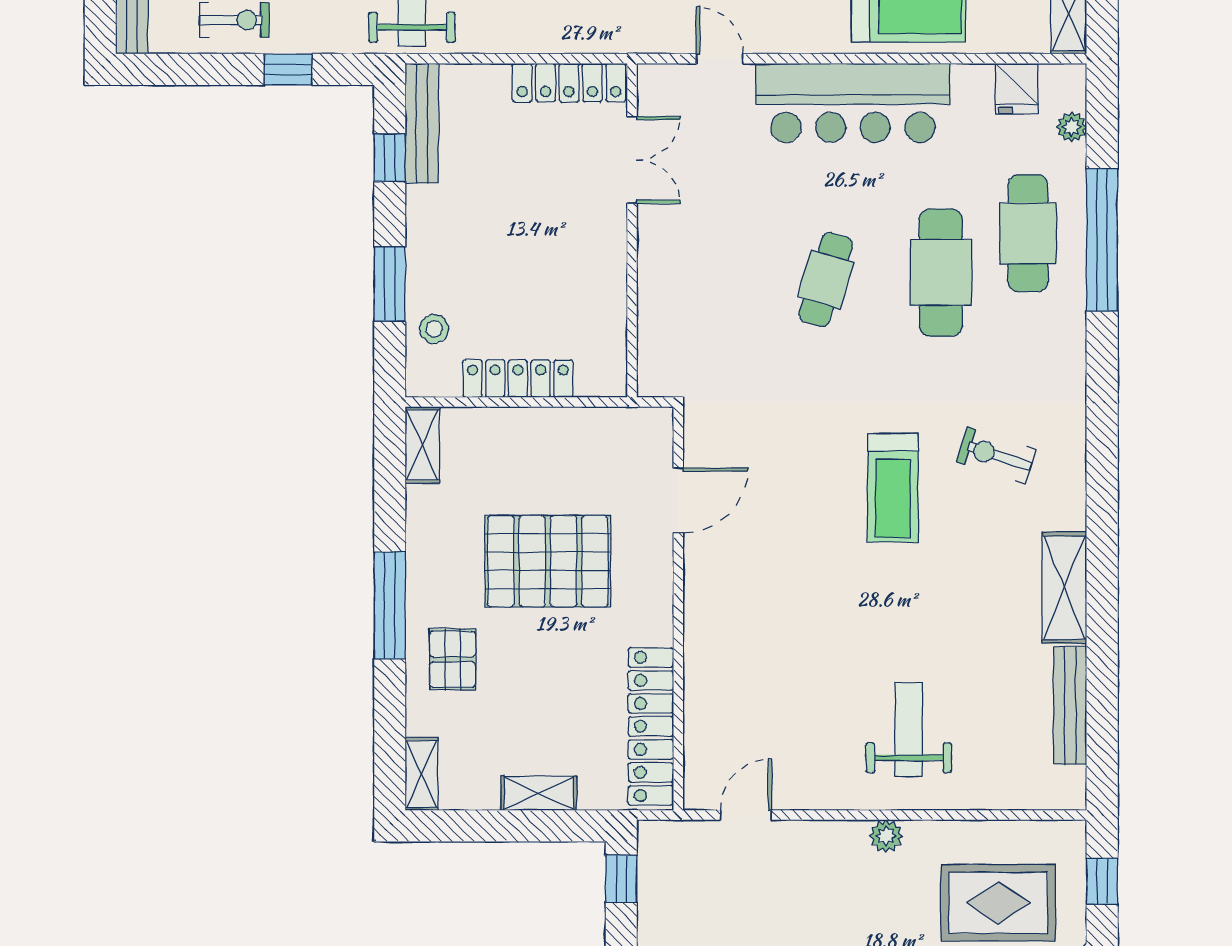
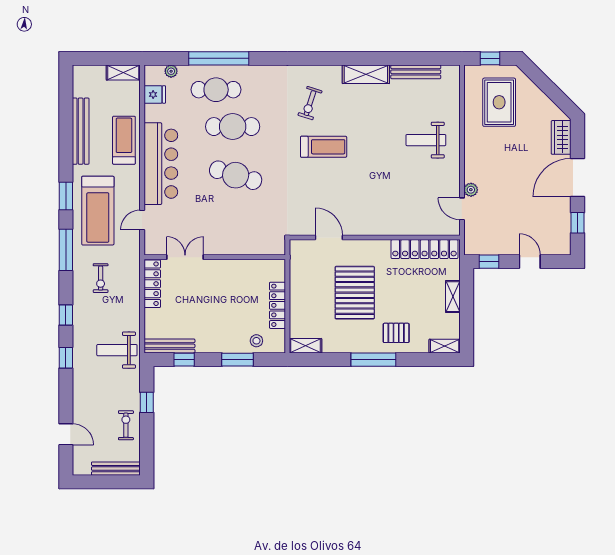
cafe table: (826, 280) -> (236, 175), width x1.37, depth x1.35
plant: (886, 836) -> (471, 190), moved

